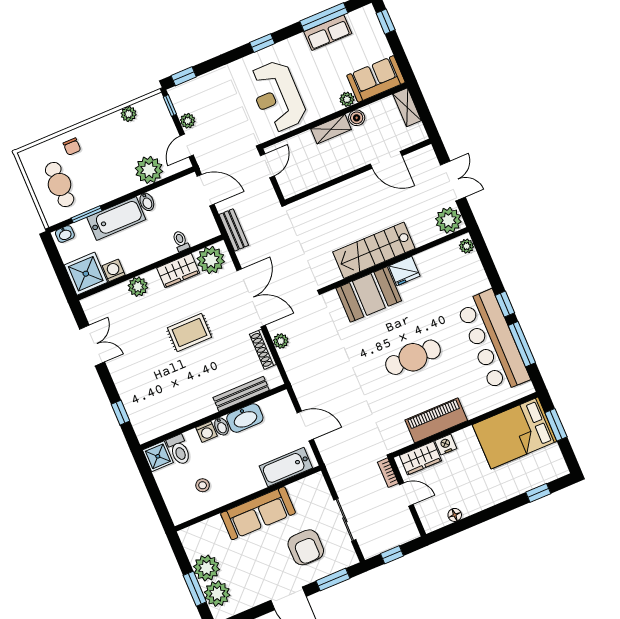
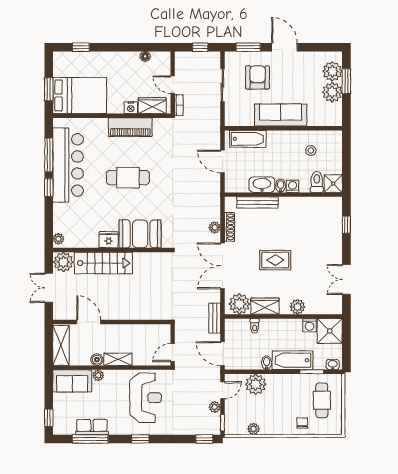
shelving: (407, 107) -> (61, 345), width x1.50, depth x1.33
stairs: (374, 250) -> (103, 263), moved

